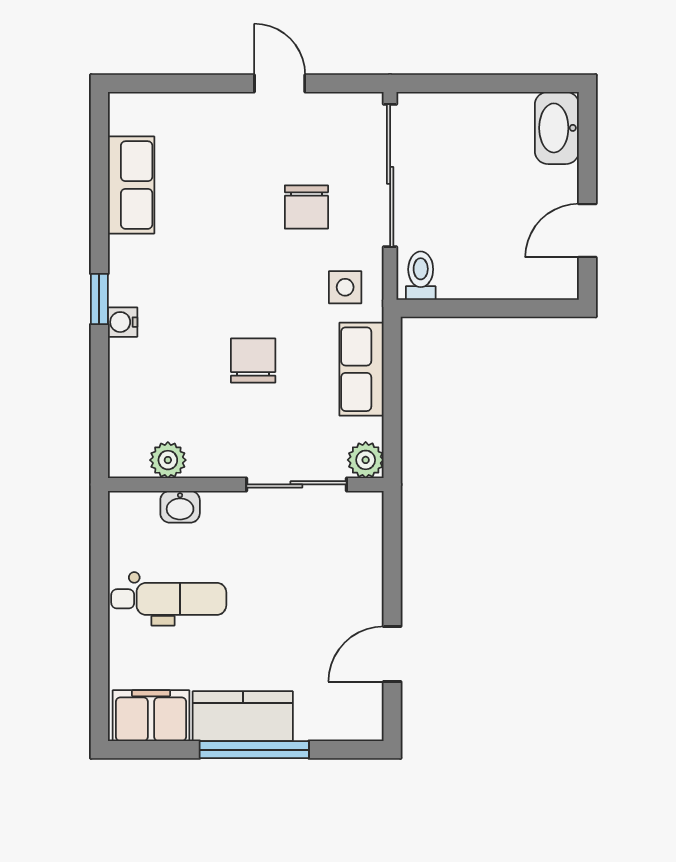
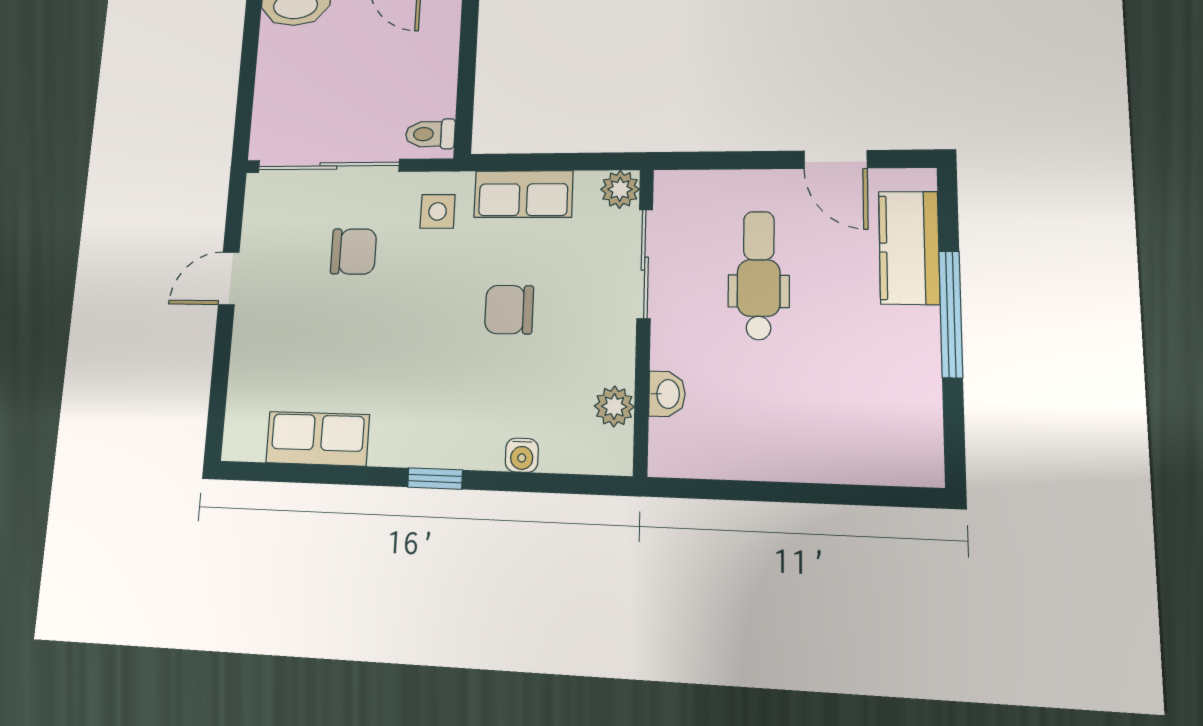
water cooler: (123, 322) -> (522, 455), moved
dental chair: (169, 599) -> (759, 275), moved
filing cabinet: (151, 716) -> (912, 435), removed
kitchen counter: (243, 716) -> (909, 248), moved

